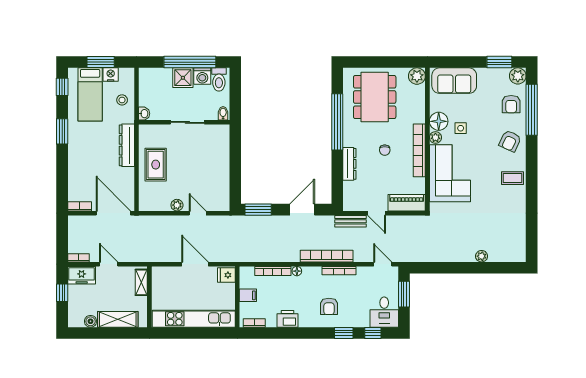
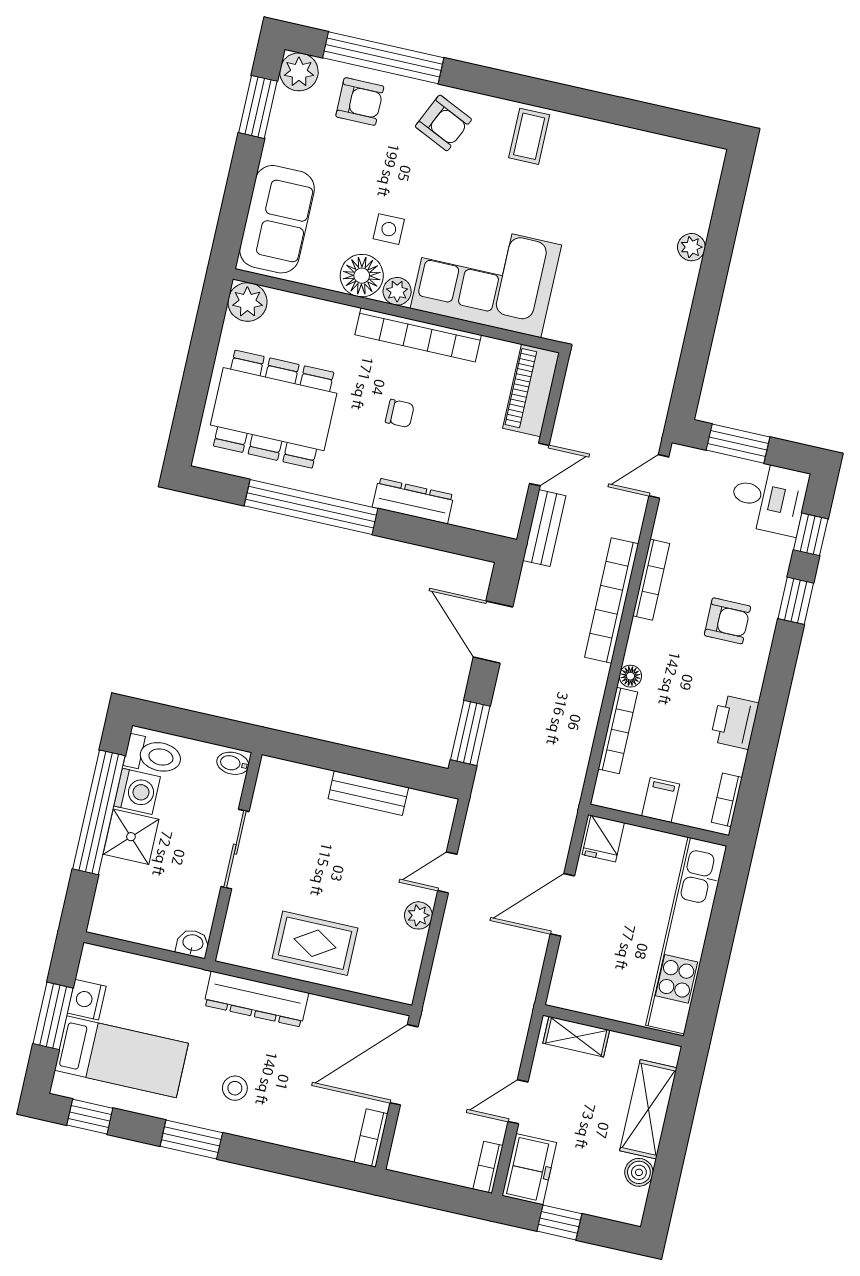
stool: (122, 100) -> (235, 1088), moved
bench: (223, 173) -> (368, 793), added

